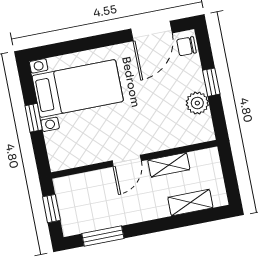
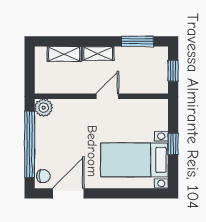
window: (211, 82) -> (30, 144), width x3.17
plant: (197, 103) -> (44, 108), moved
shelving: (169, 165) -> (98, 54), moved

